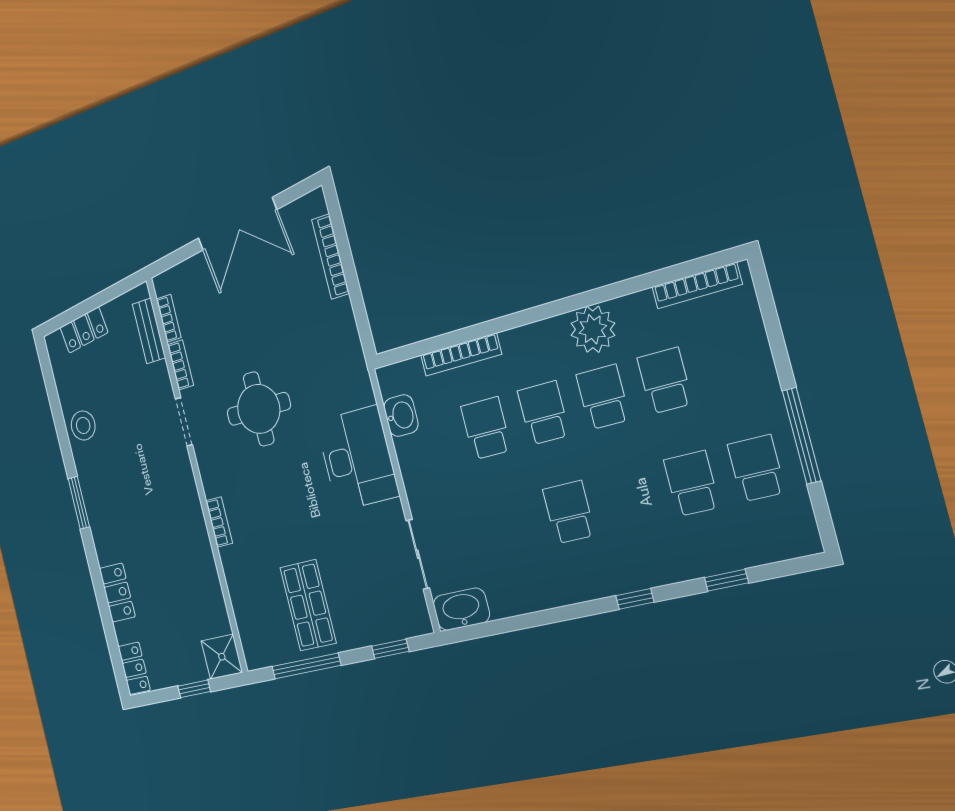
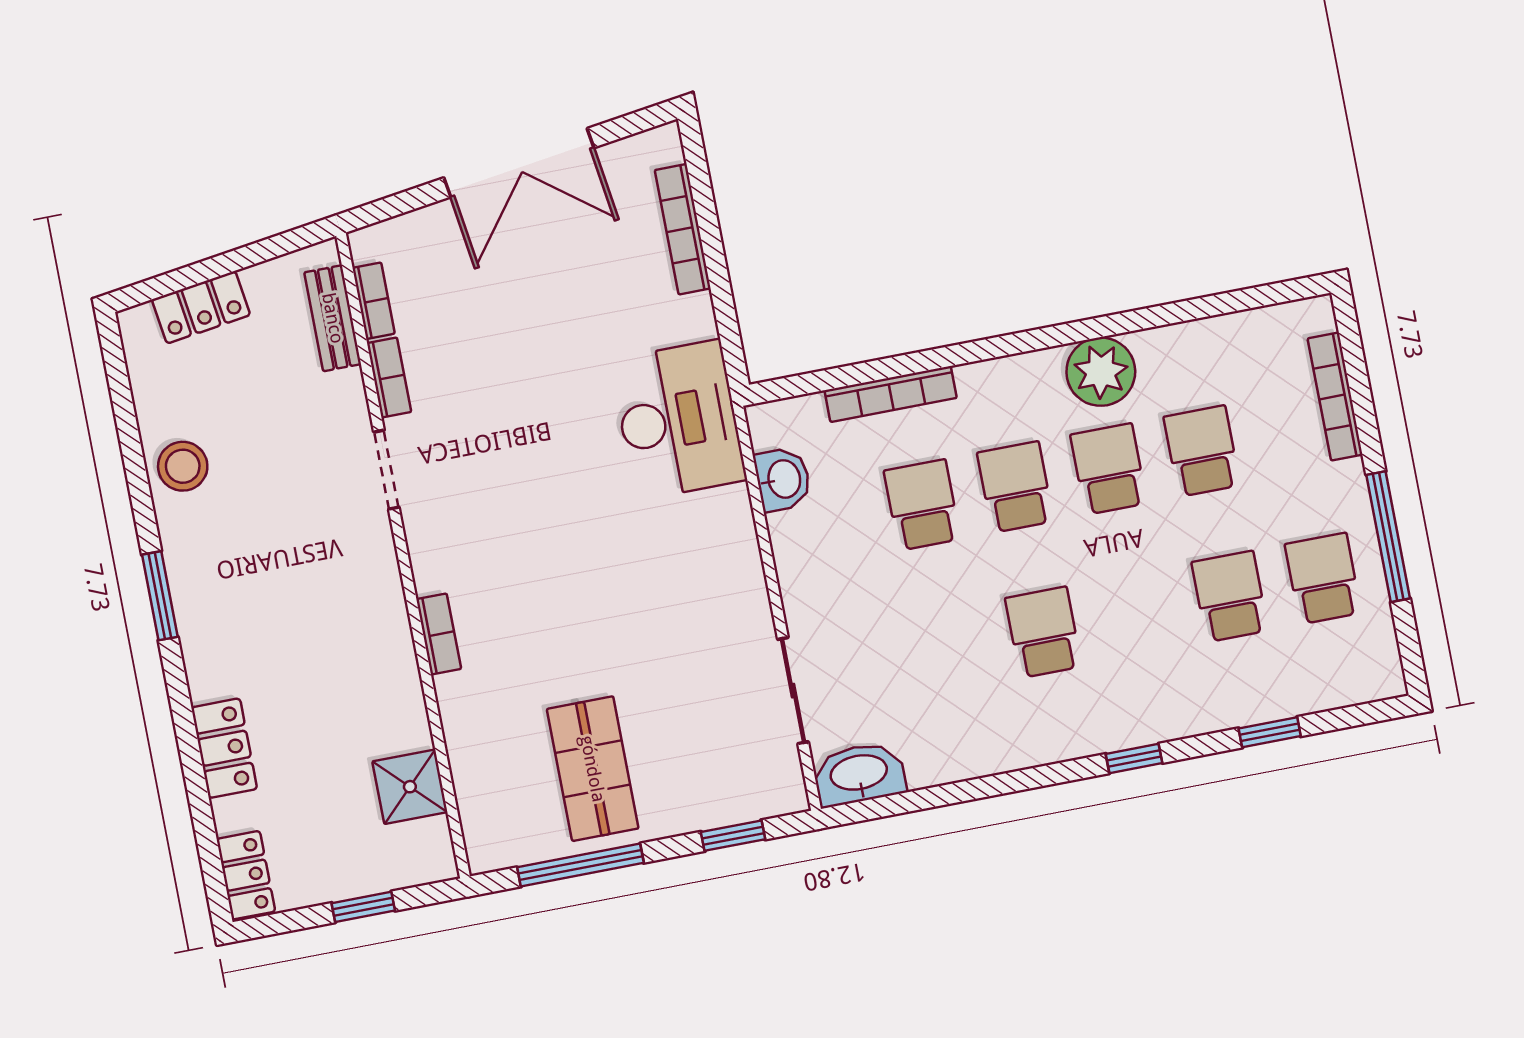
bookcase: (697, 286) -> (1335, 396), moved, turned 90
round table: (259, 409) -> (531, 456), removed
desk: (357, 458) -> (678, 420), moved
shower: (222, 657) -> (410, 787), moved

